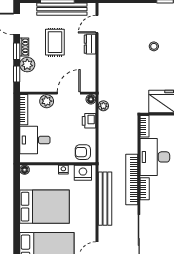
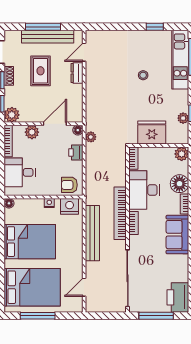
plant: (27, 65) -> (12, 115), moved

